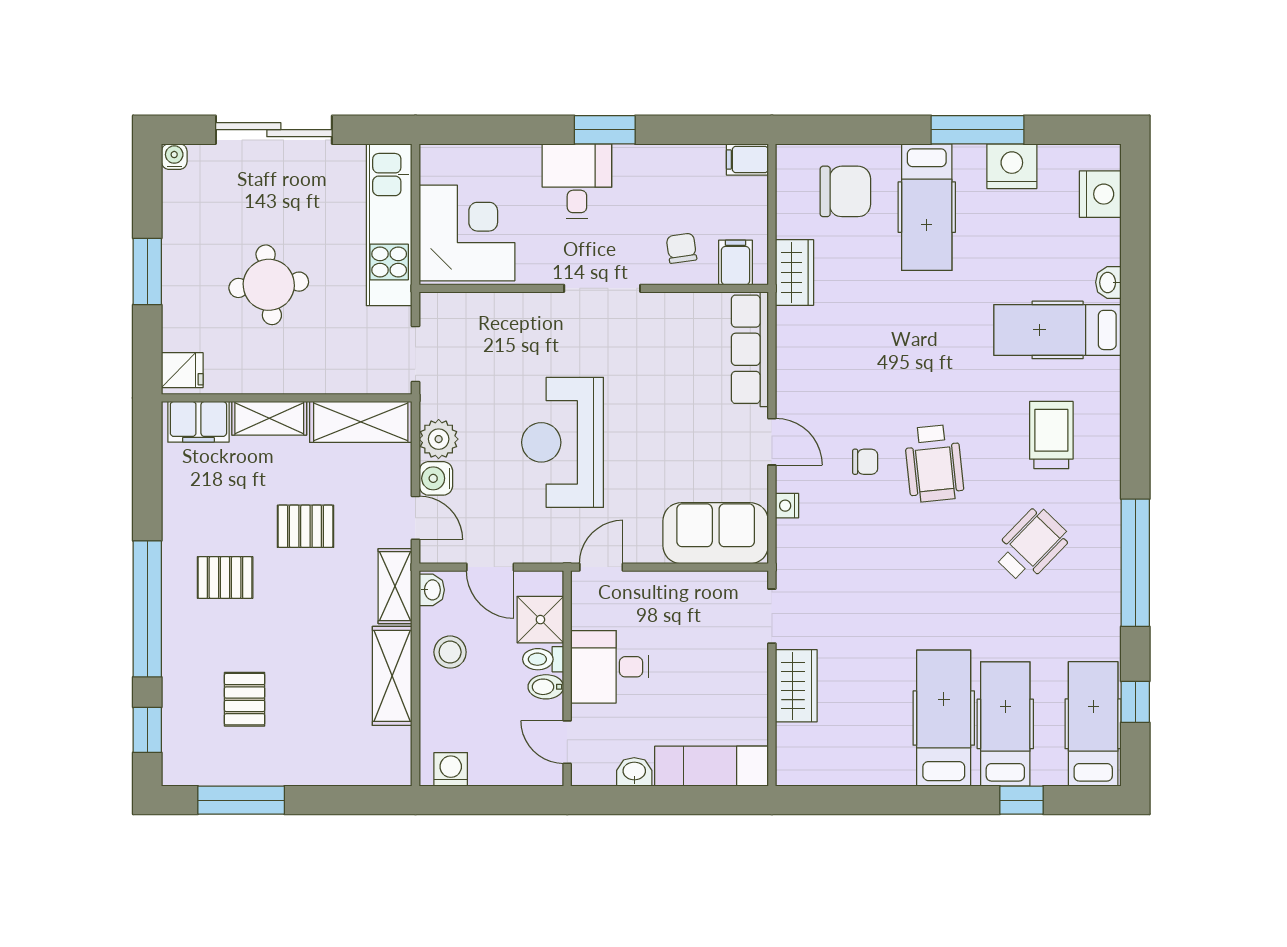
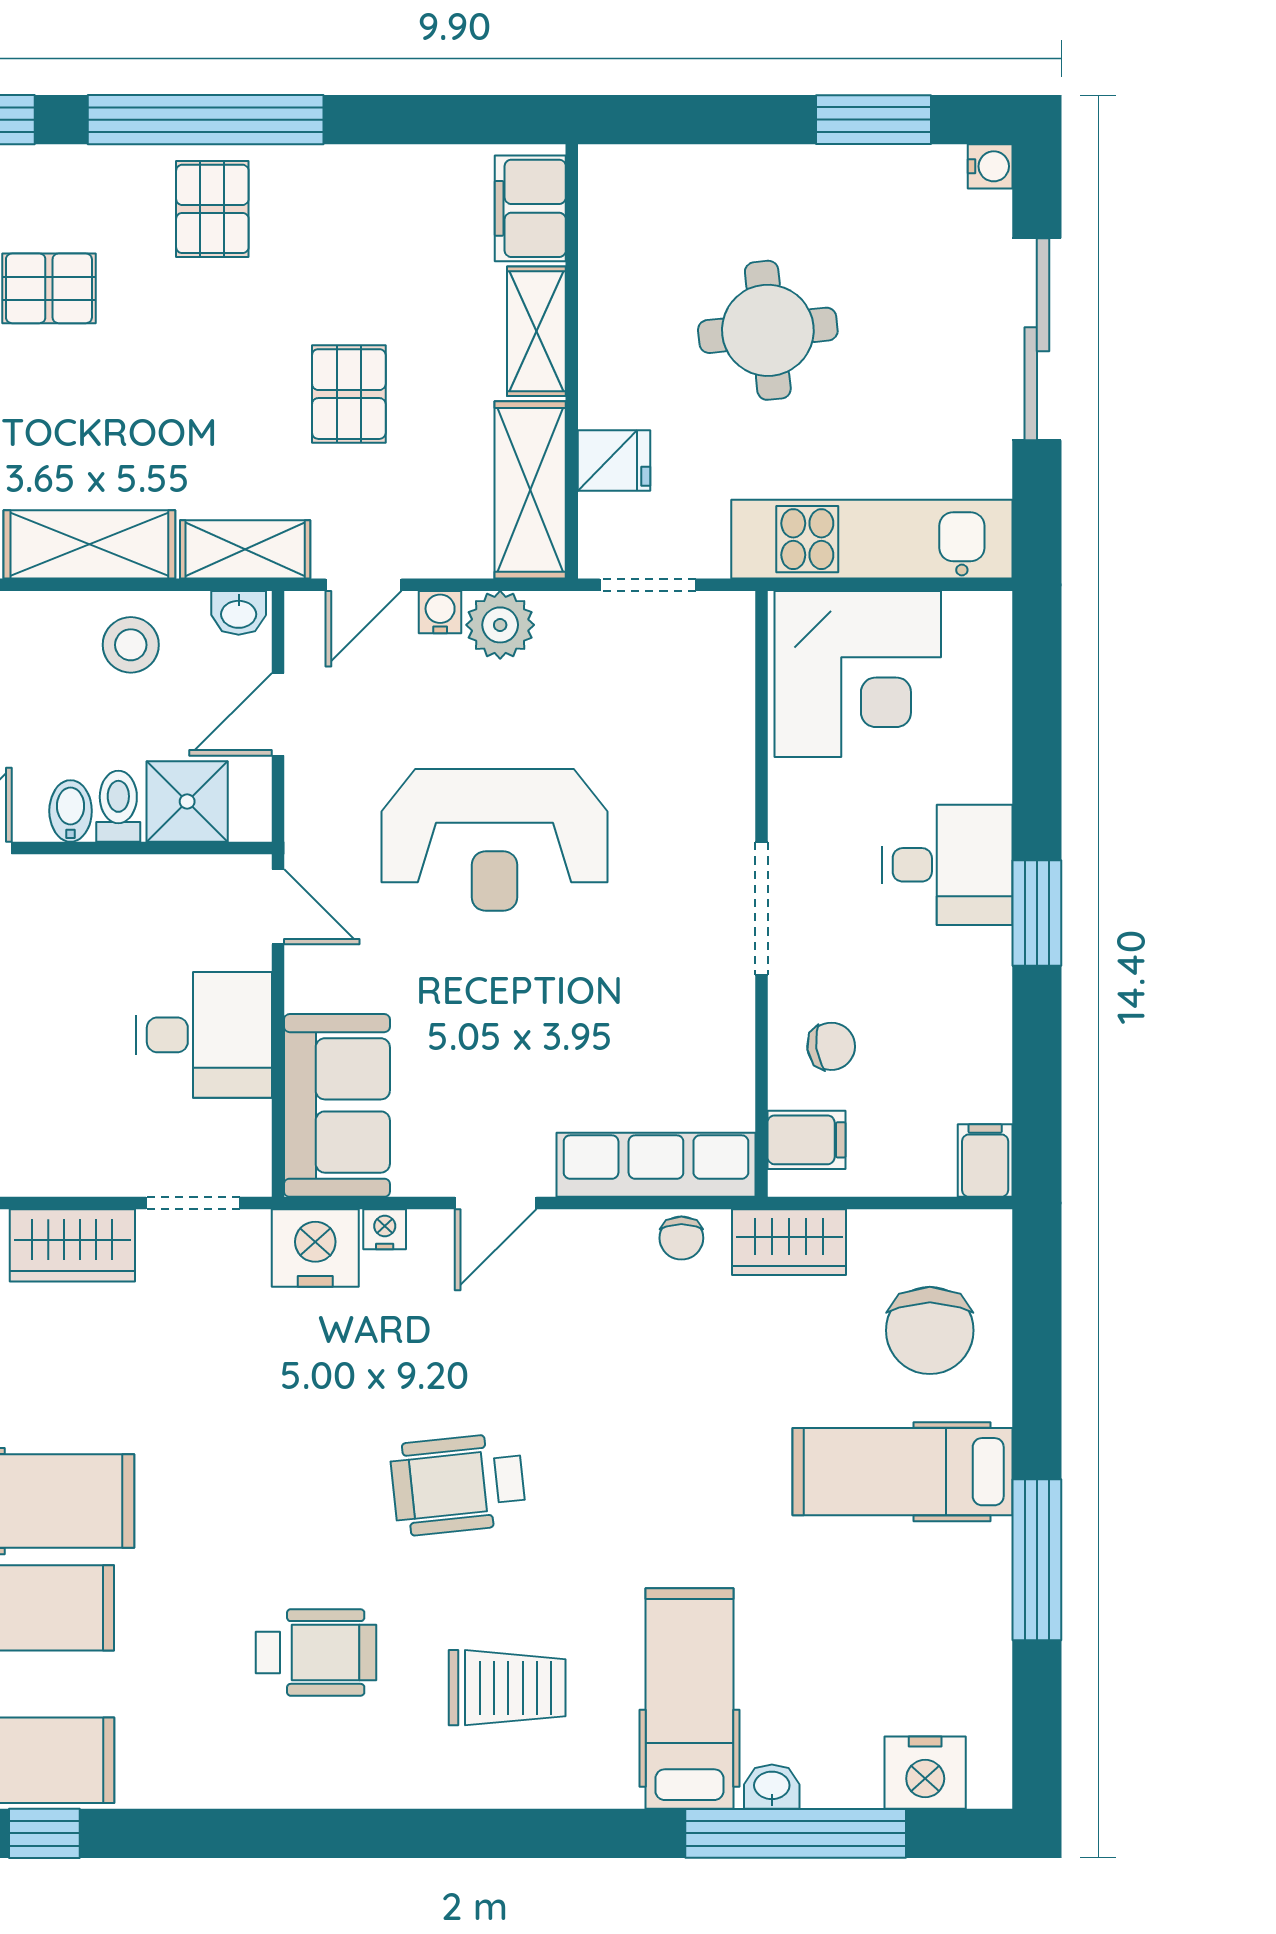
nightstand: (1012, 166) -> (315, 1248), moved, turned -90
window: (147, 272) -> (873, 120), moved
fridge: (182, 370) -> (614, 461), moved, turned -90
reception desk: (563, 442) -> (494, 840), turned 180
chair: (865, 462) -> (681, 1238), moved
water cooler: (436, 478) -> (440, 612), width x0.72, depth x0.72
wheelchair: (1031, 545) -> (316, 1652), turned -44
window: (1135, 563) -> (796, 1833), moved
pallet: (225, 578) -> (212, 209), moved
desk: (610, 667) -> (204, 1035), moved, turned 90

